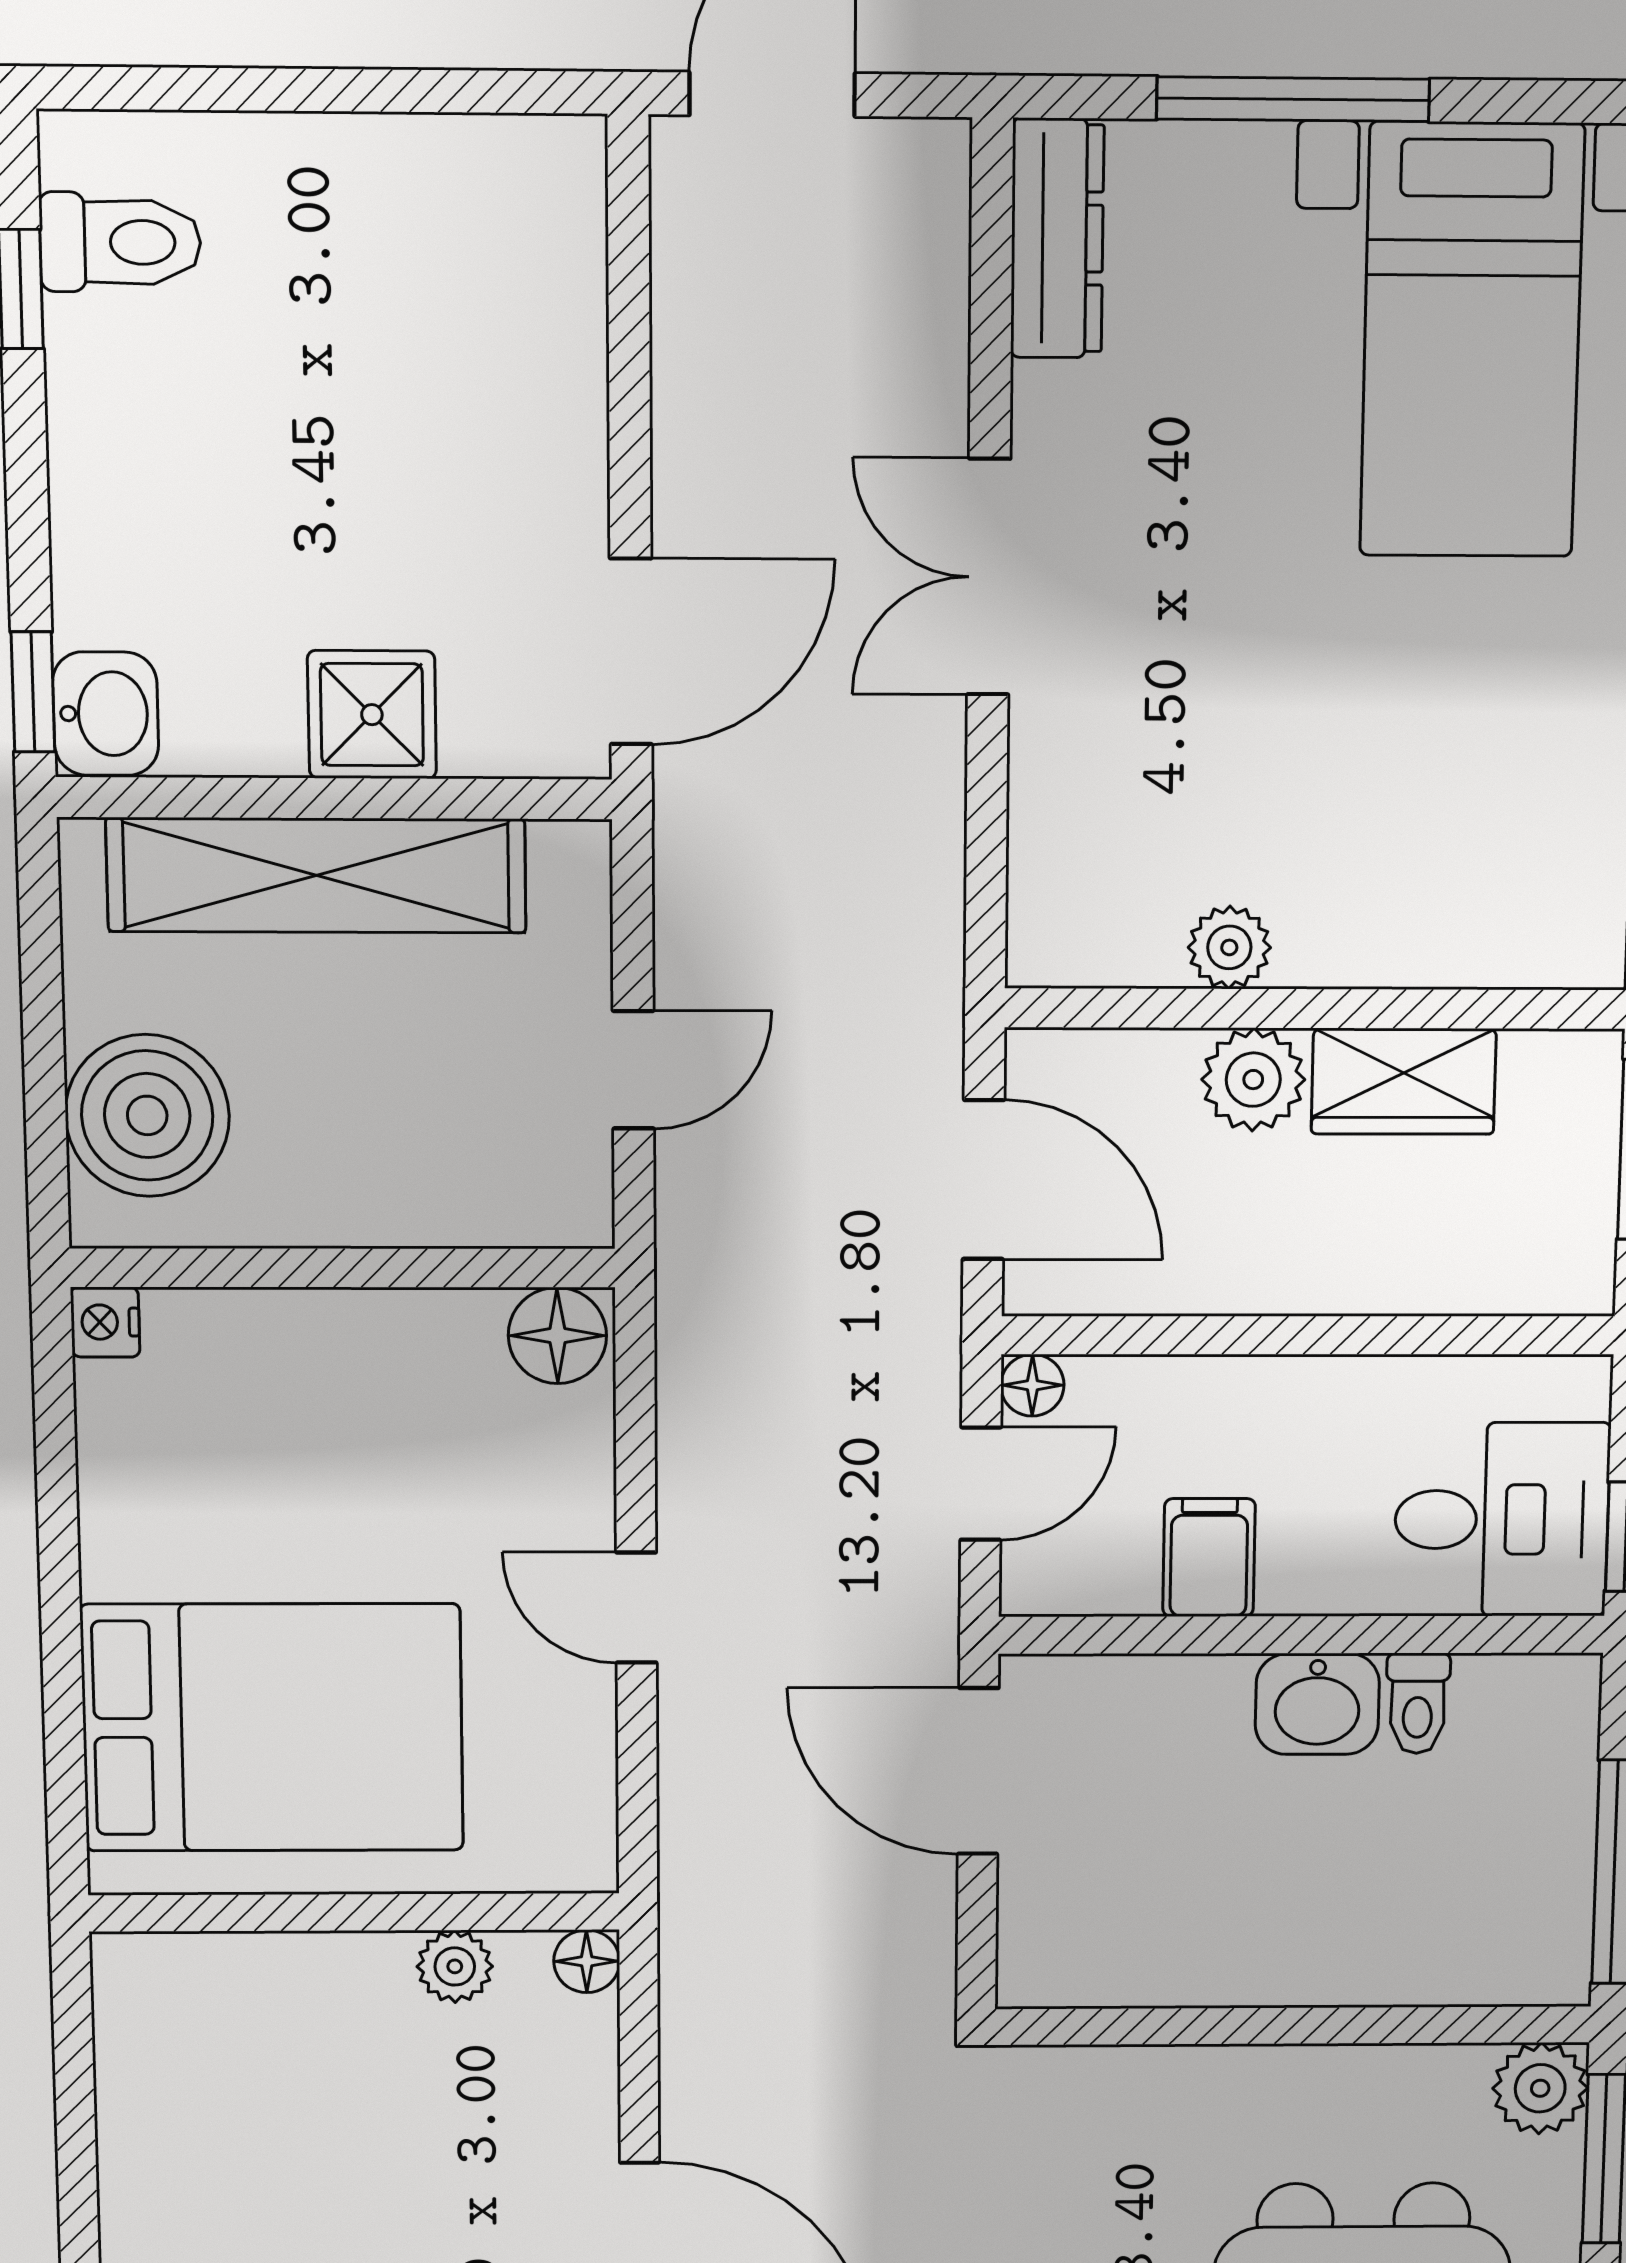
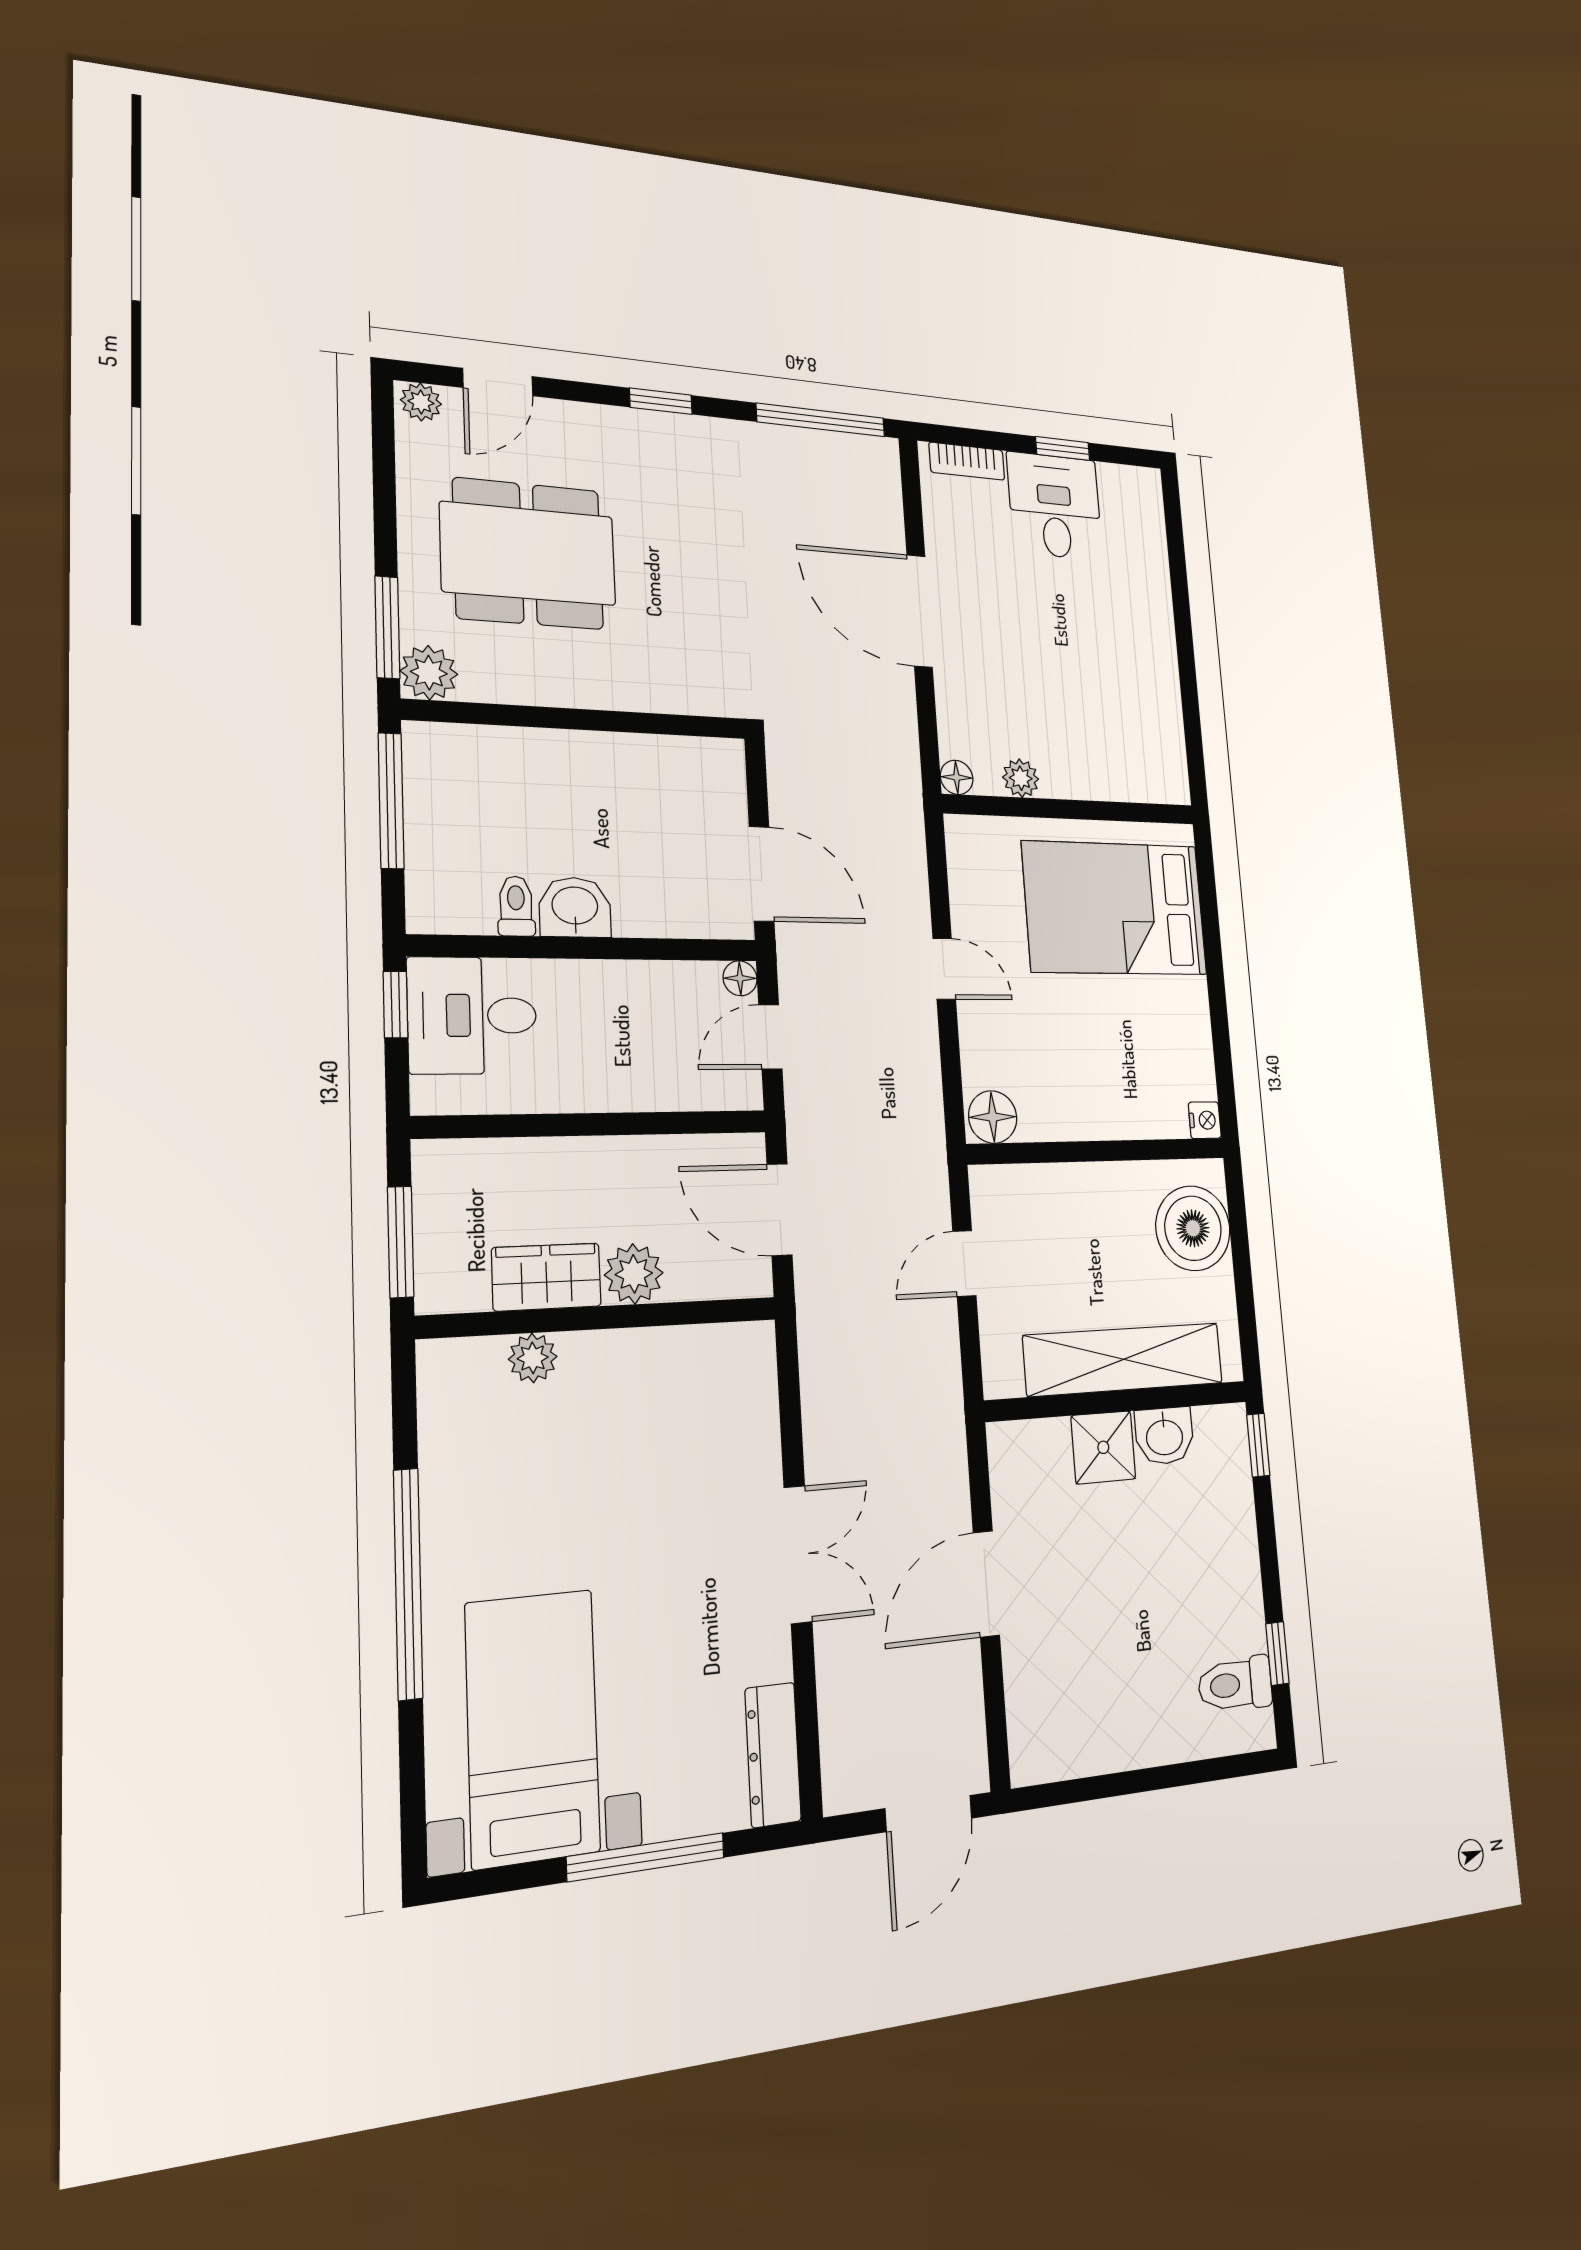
door: (631, 652) -> (986, 1584), moved
washbasin: (106, 714) -> (1164, 1436), moved, turned -90
plant: (1229, 947) -> (533, 1358), moved
floor lamp: (1032, 1385) -> (740, 978), moved
filing cabinet: (1209, 1558) -> (642, 994), removed

